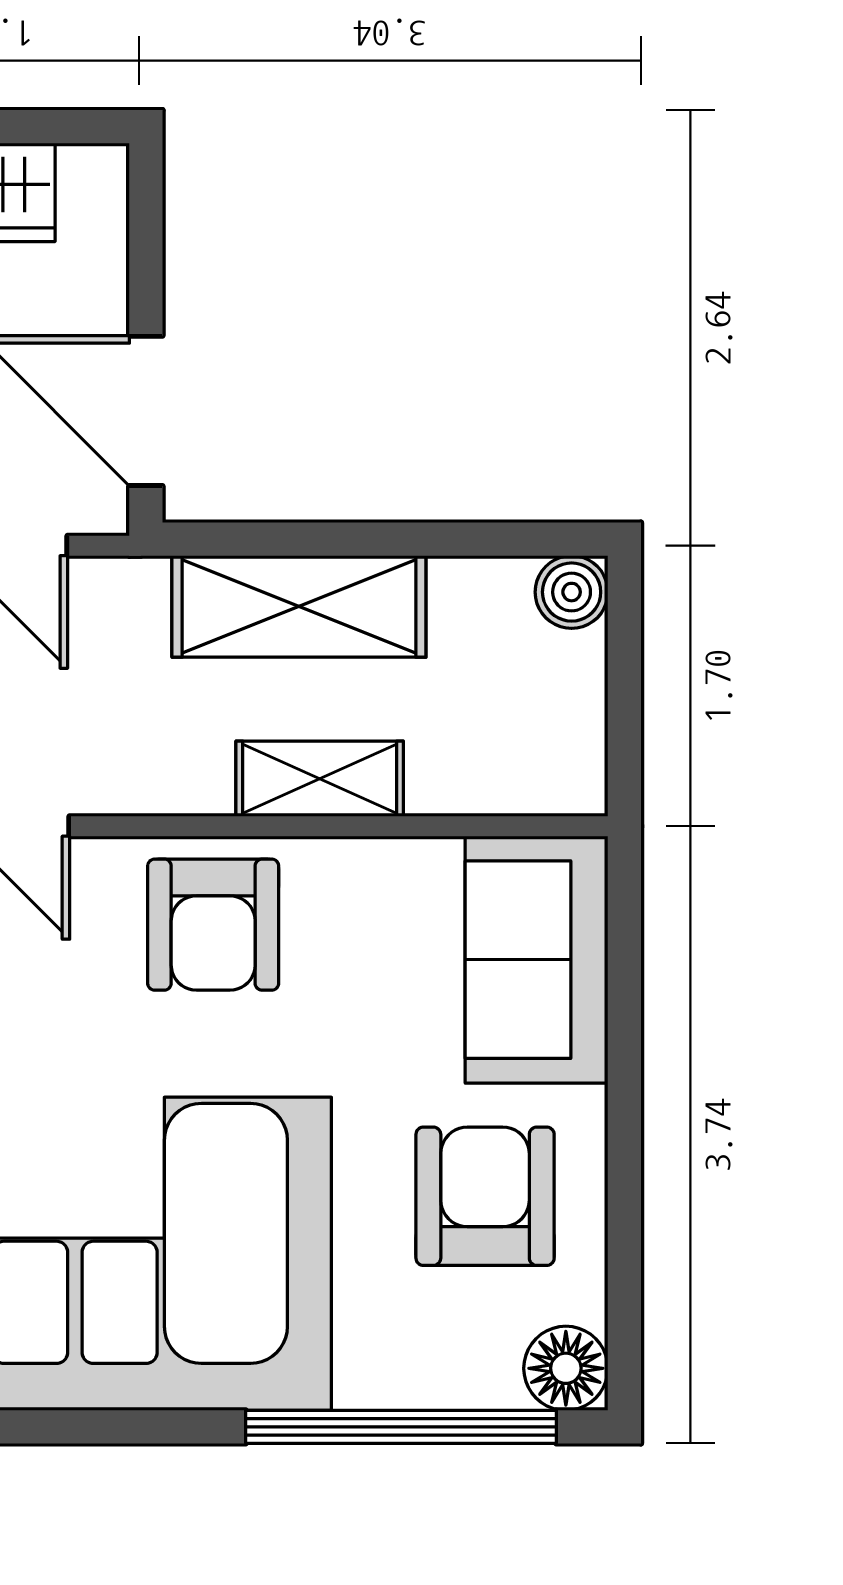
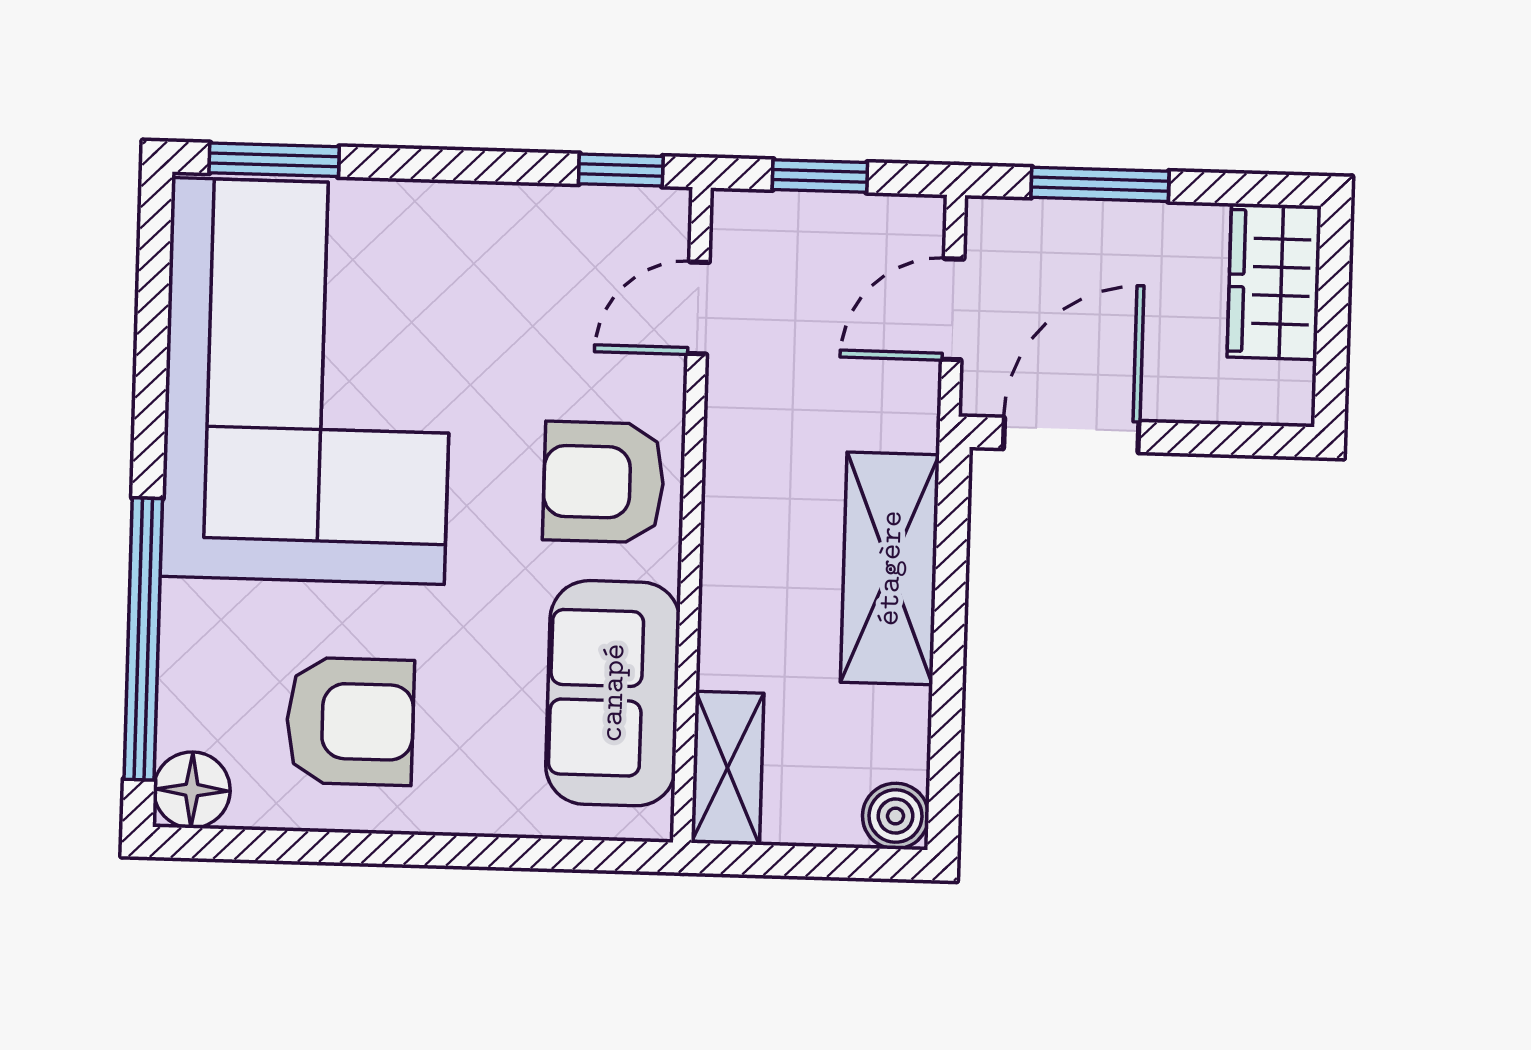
shelving: (320, 779) -> (728, 768), moved
sofa: (537, 960) -> (613, 693), moved, turned -90

